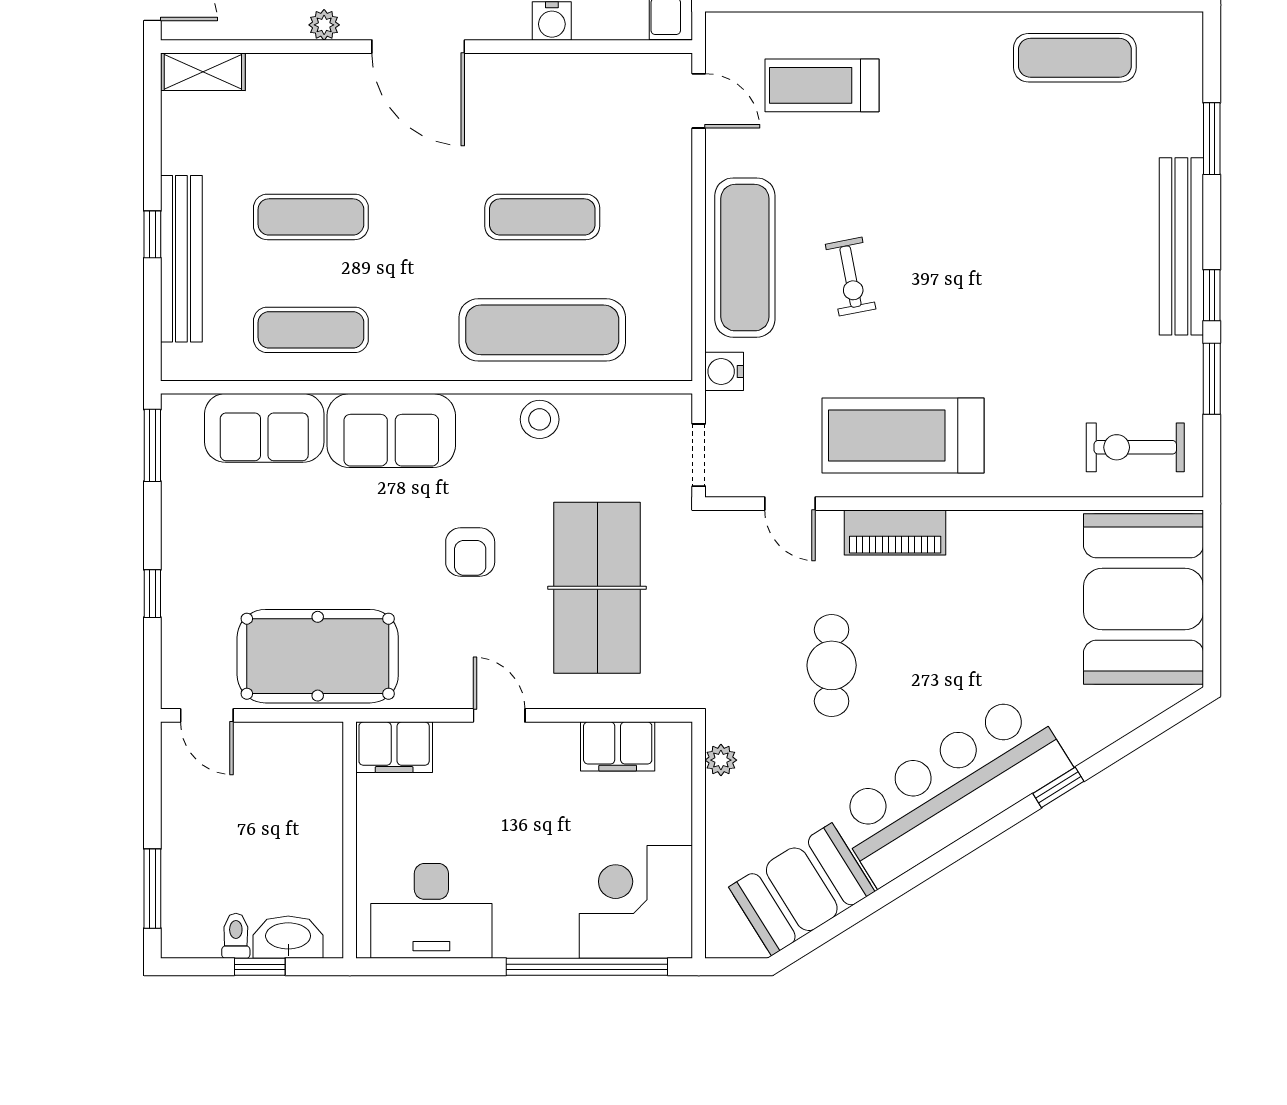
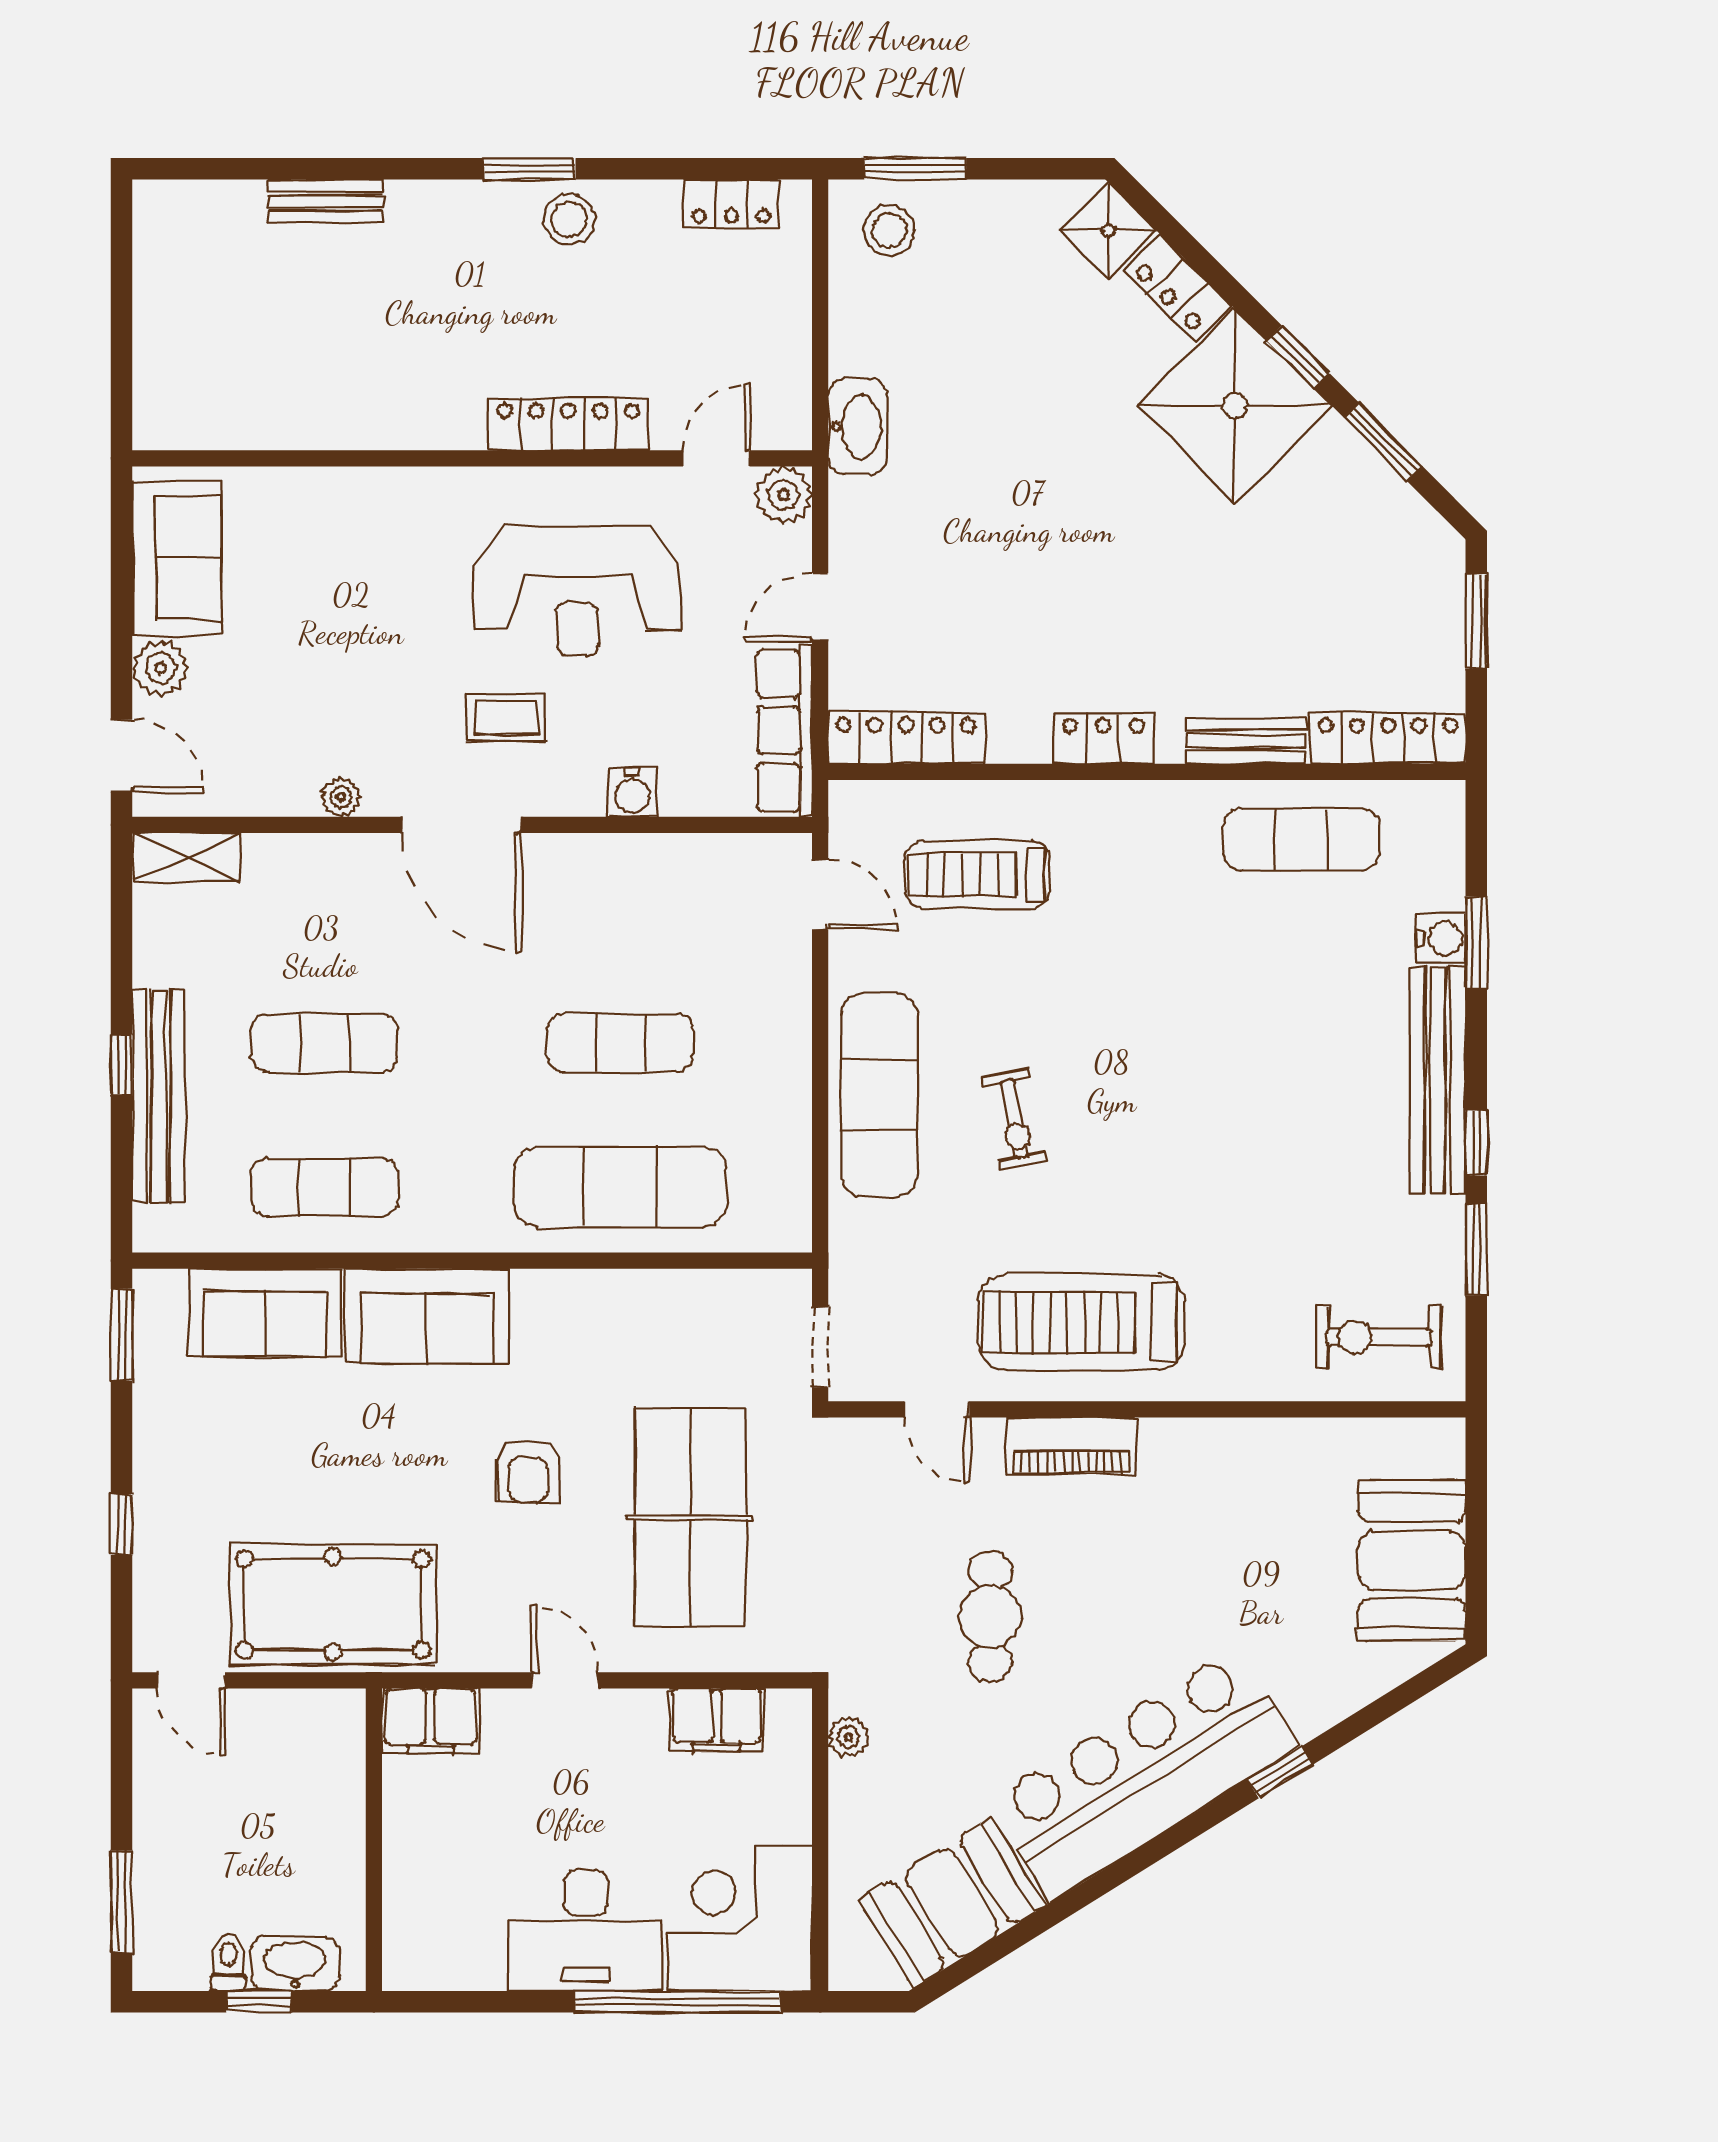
water cooler: (724, 371) -> (1441, 938), moved, turned 180
stool: (540, 419) -> (617, 1302), removed
booth: (1144, 599) -> (1412, 1560), width x0.73, depth x0.70
desk: (431, 911) -> (586, 1930), moved

